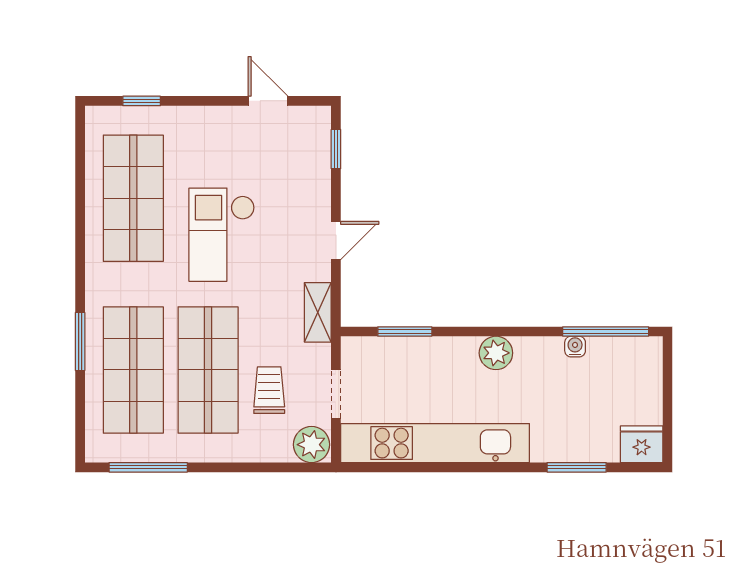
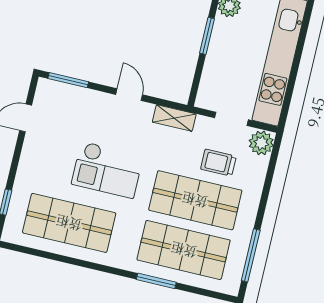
window: (336, 149) -> (68, 80), width x1.50
window: (405, 331) -> (207, 36), moved

